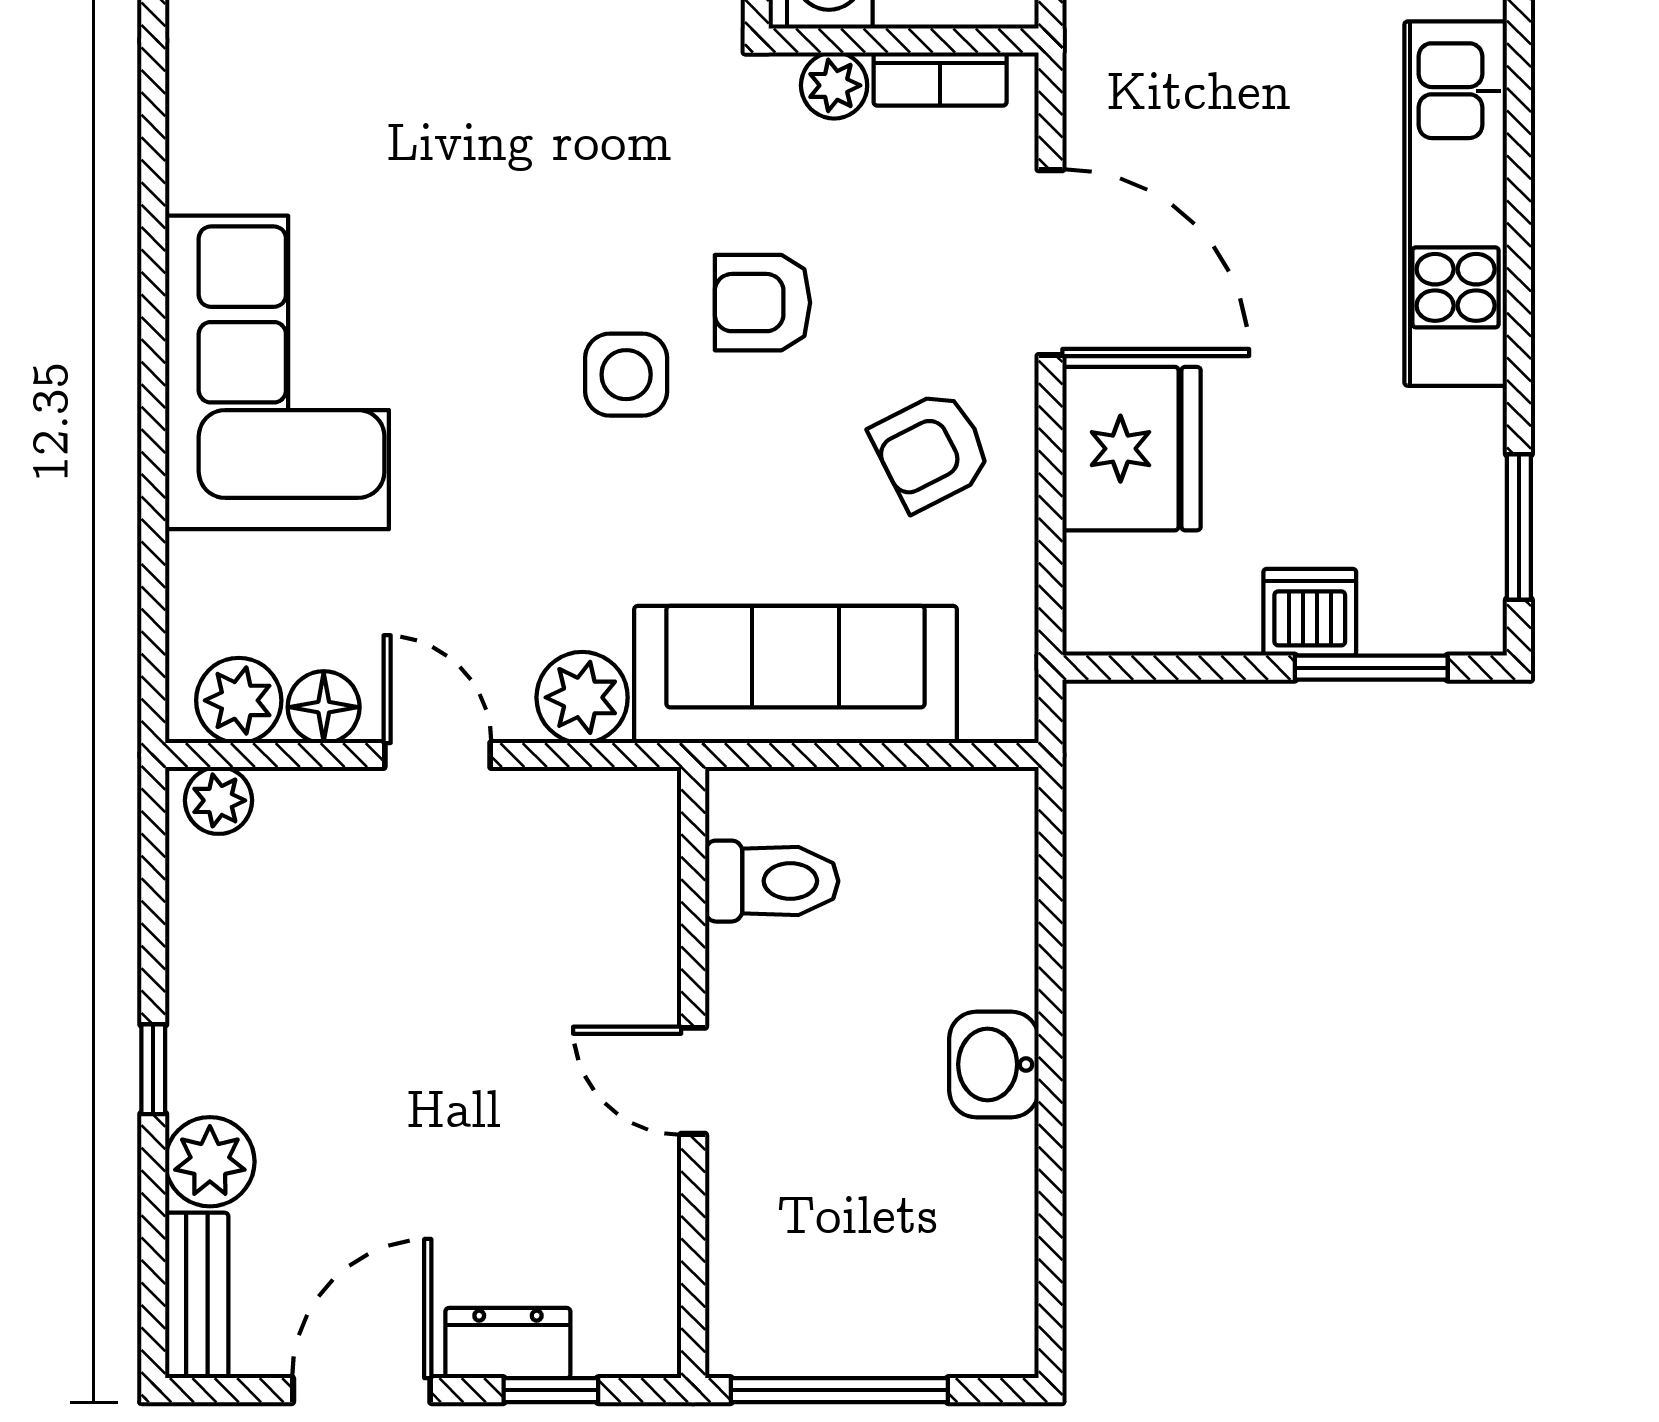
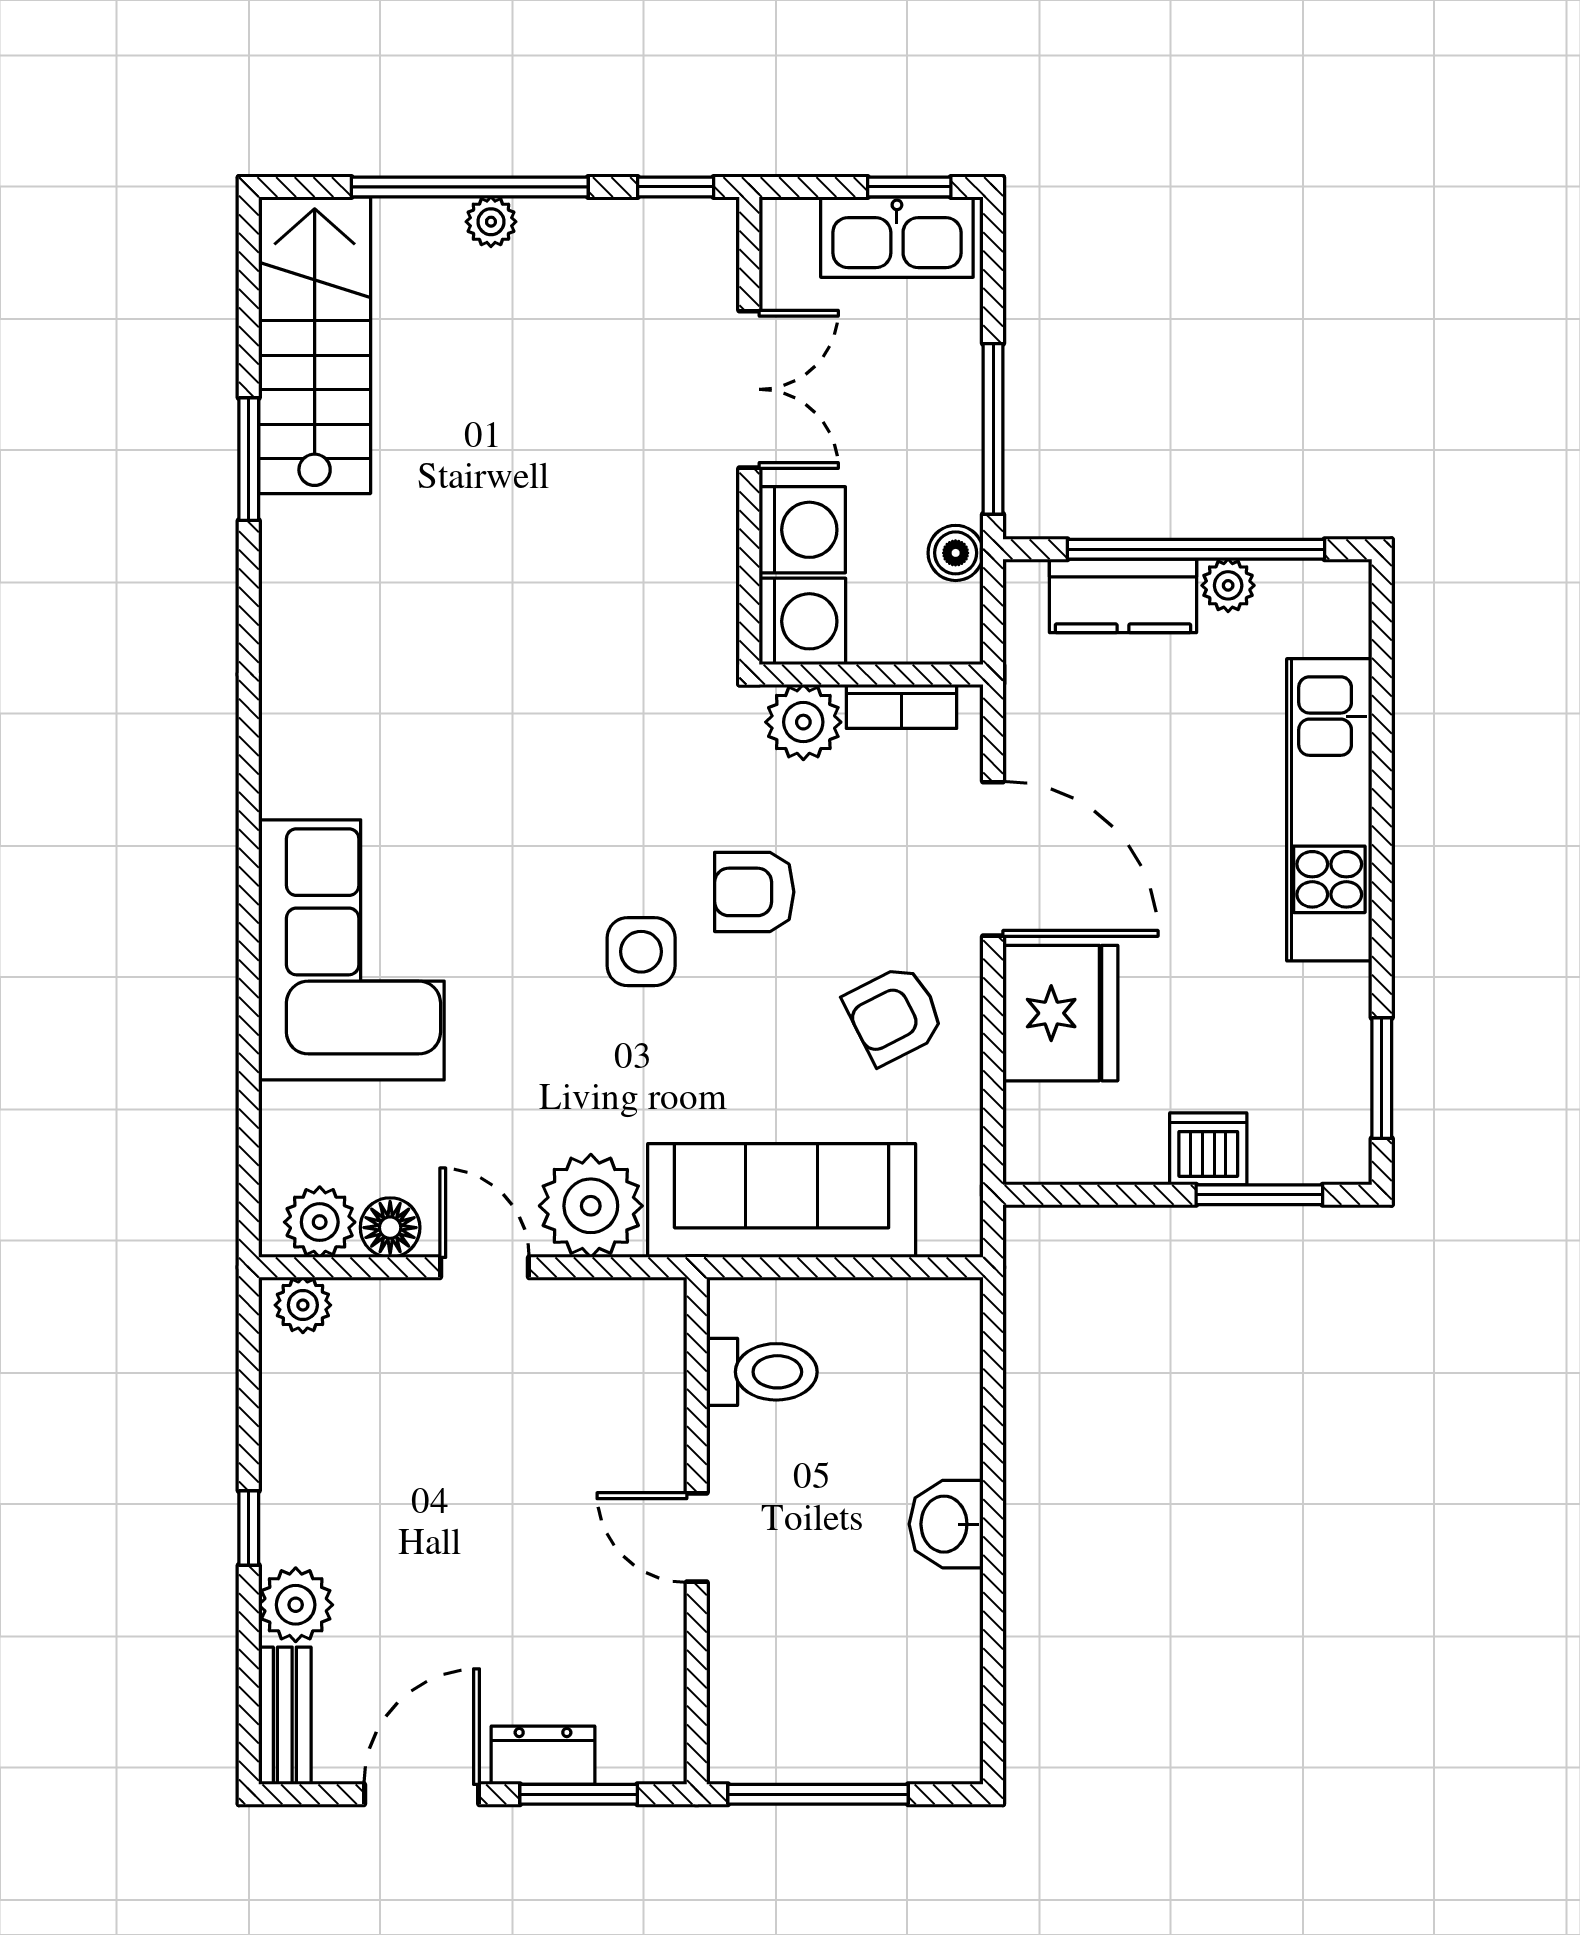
plant: (834, 85) -> (803, 722), width x1.38, depth x1.38
plant: (582, 697) -> (591, 1206), width x1.36, depth x1.36
window: (551, 1390) -> (579, 1794), width x1.50

